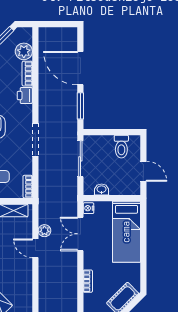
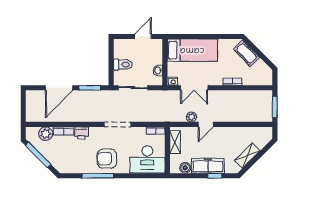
toilet: (121, 147) -> (123, 65), moved

